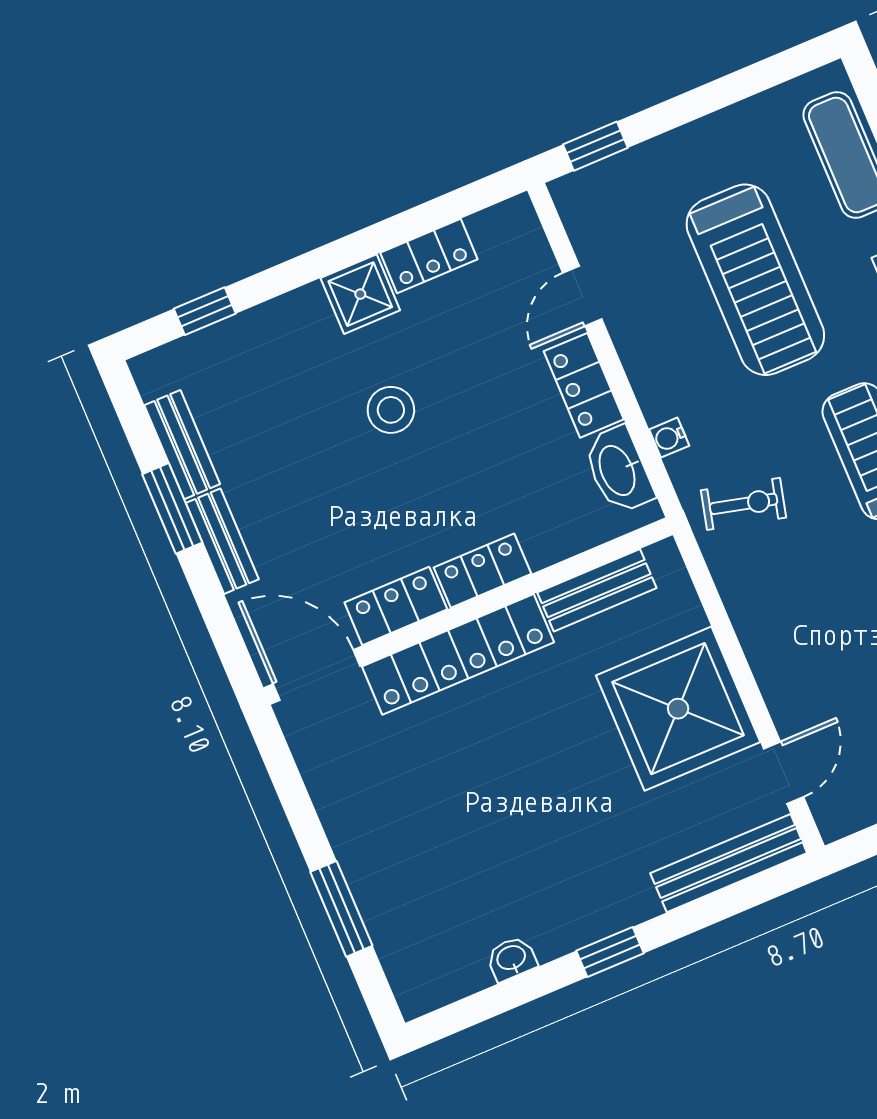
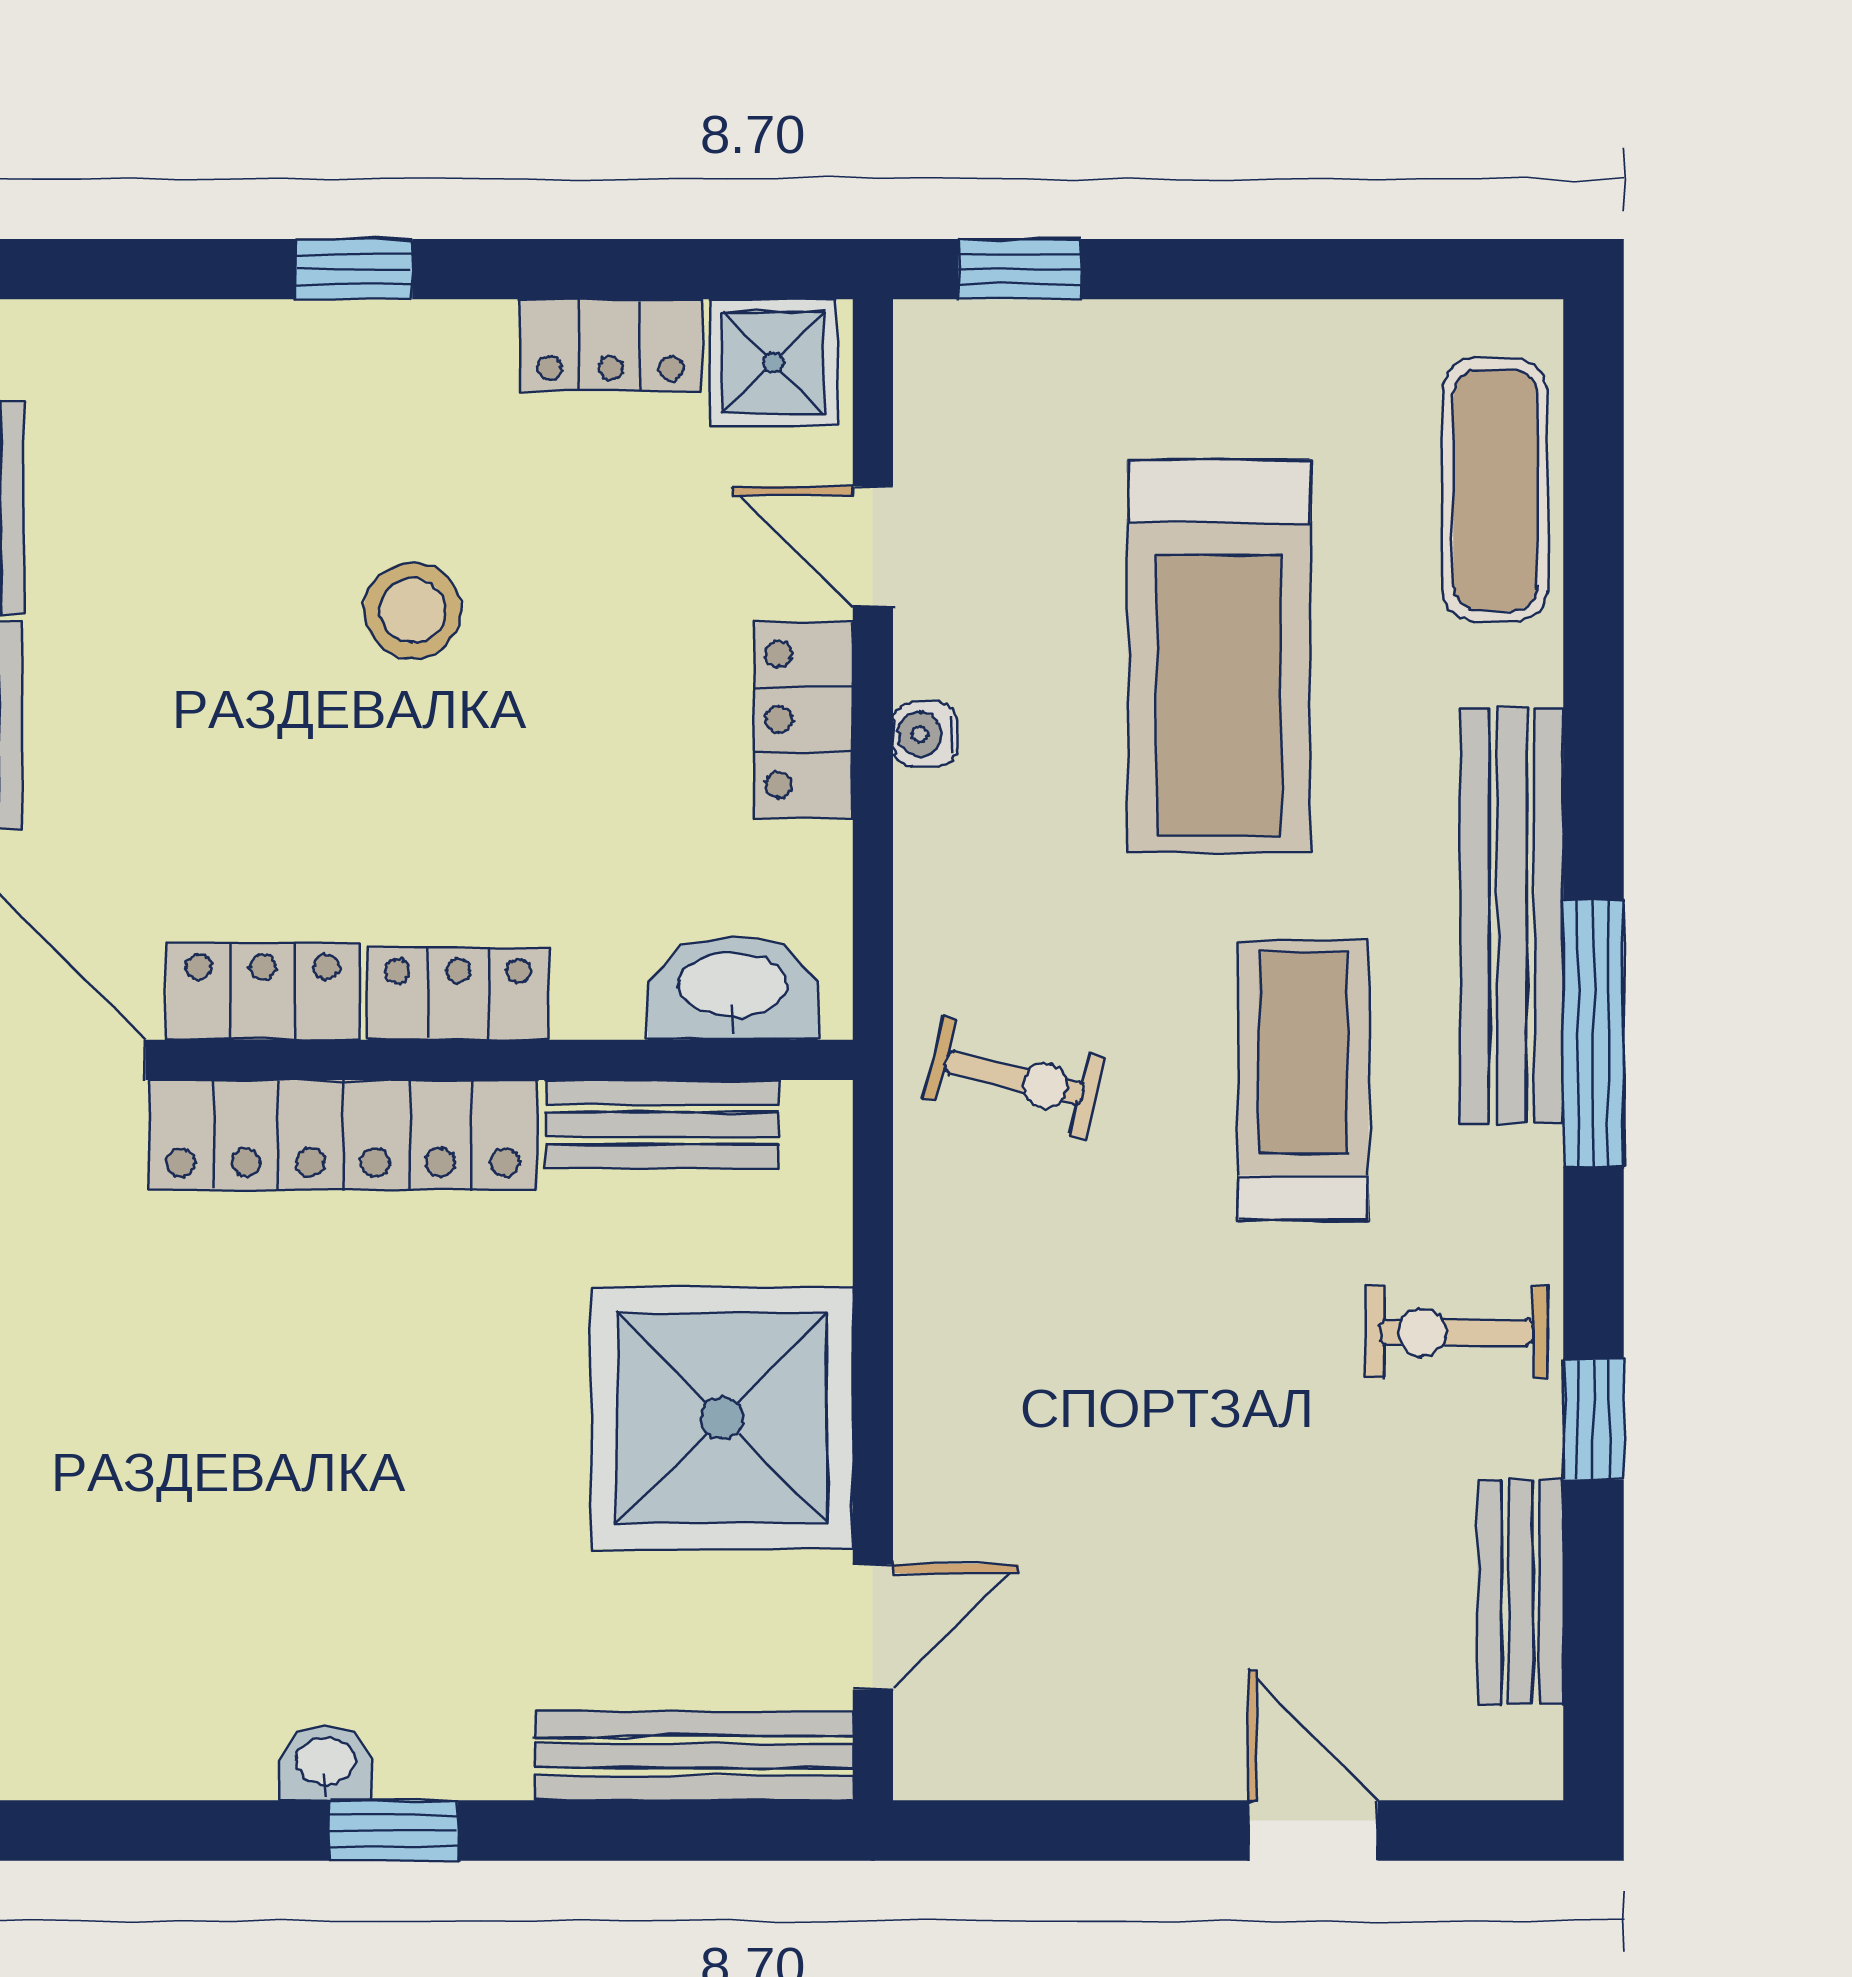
shower: (360, 294) -> (773, 363), moved
door: (582, 296) -> (873, 547), hinge flipped
window: (205, 311) -> (354, 269), moved
water cooler: (669, 438) -> (925, 734), moved
washbasin: (618, 470) -> (733, 988), moved, turned 90
washbasin: (512, 959) -> (326, 1763), moved

